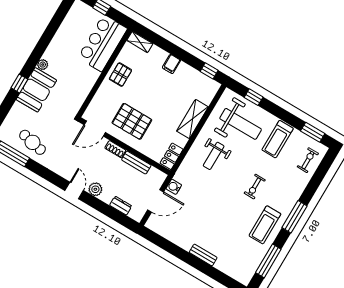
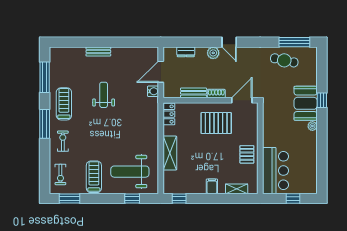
shelving: (140, 42) -> (237, 189), moved
weight bench: (214, 156) -> (104, 95), moved
exercise bike: (255, 187) -> (63, 141), moved

